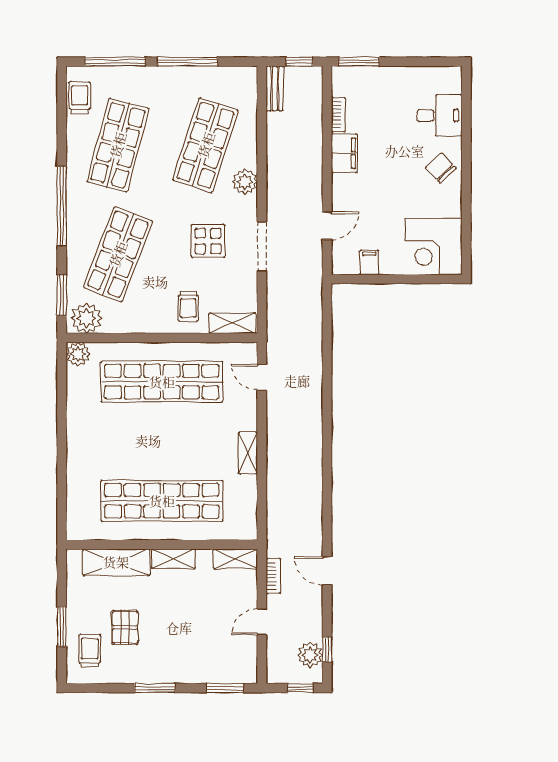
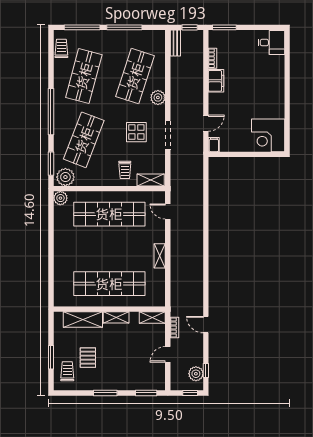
desk: (439, 115) -> (271, 43), moved
chair: (441, 168) -> (272, 89), removed
filing cabinet: (369, 262) -> (214, 145), moved

